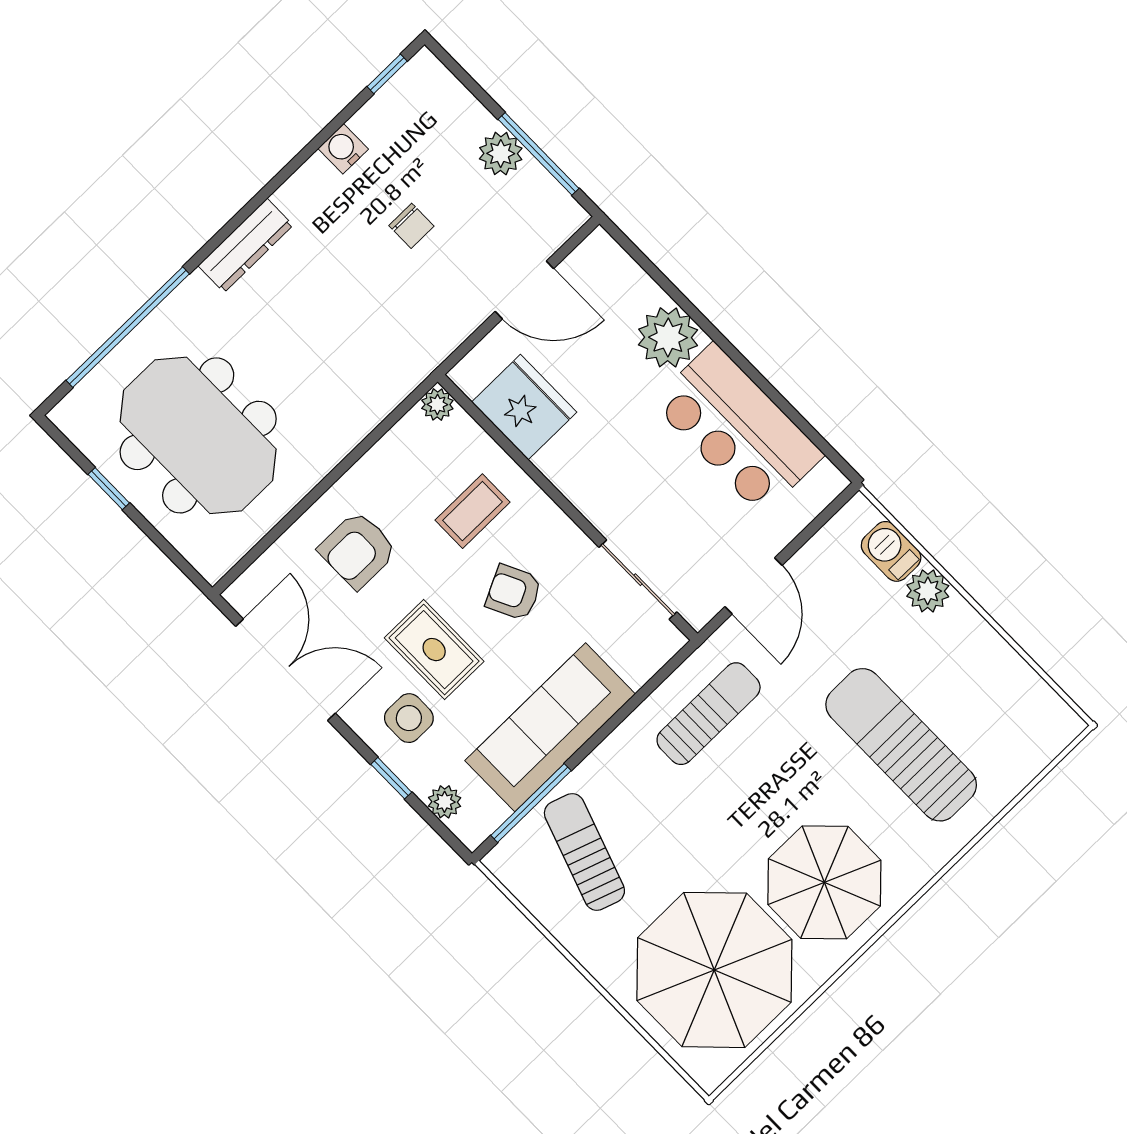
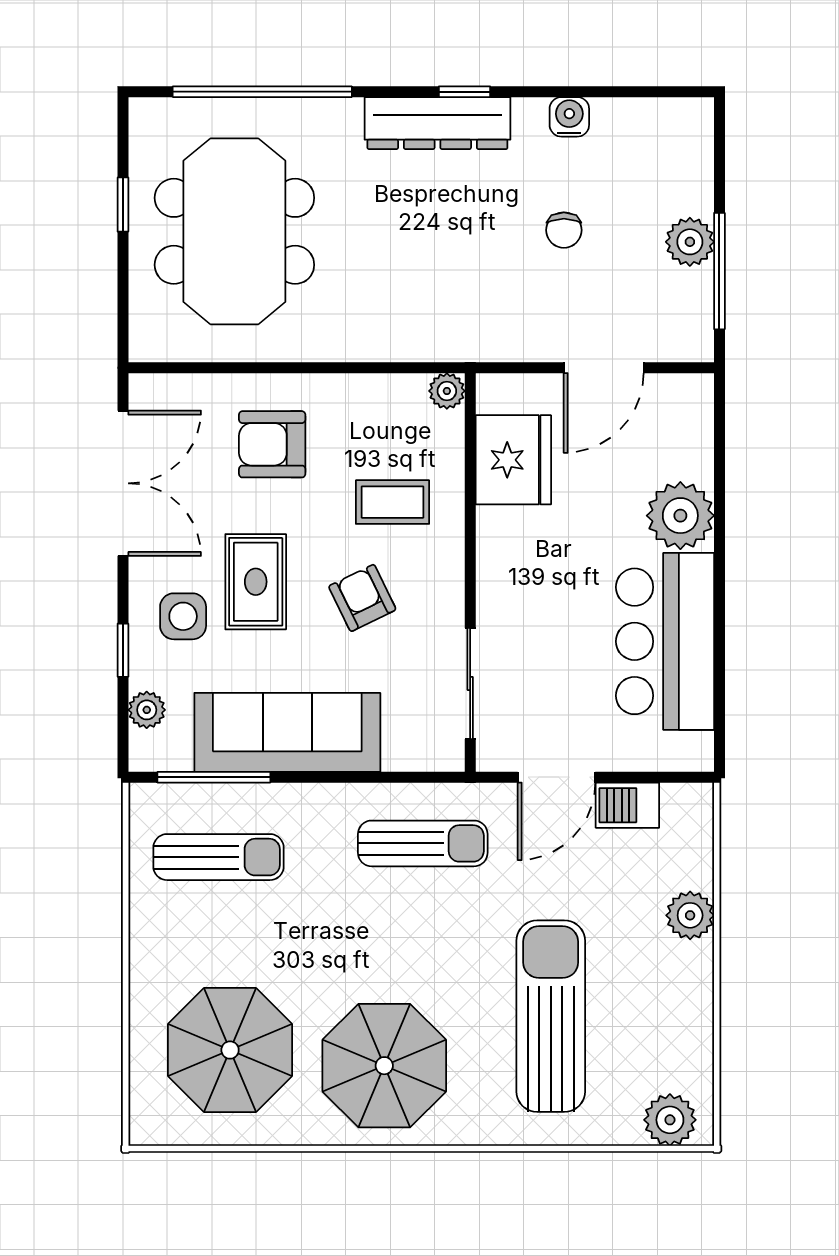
window: (387, 74) -> (464, 92), moved
dresser: (246, 245) -> (437, 123), width x1.37, depth x1.24
door: (524, 290) -> (604, 368), hinge flipped
barbecue: (891, 551) -> (627, 805), moved, turned -90
plant: (1044, 737) -> (670, 1120), added
sun lounger: (584, 852) -> (218, 857), turned 71
parasol: (714, 970) -> (230, 1050), width x0.73, depth x0.73

